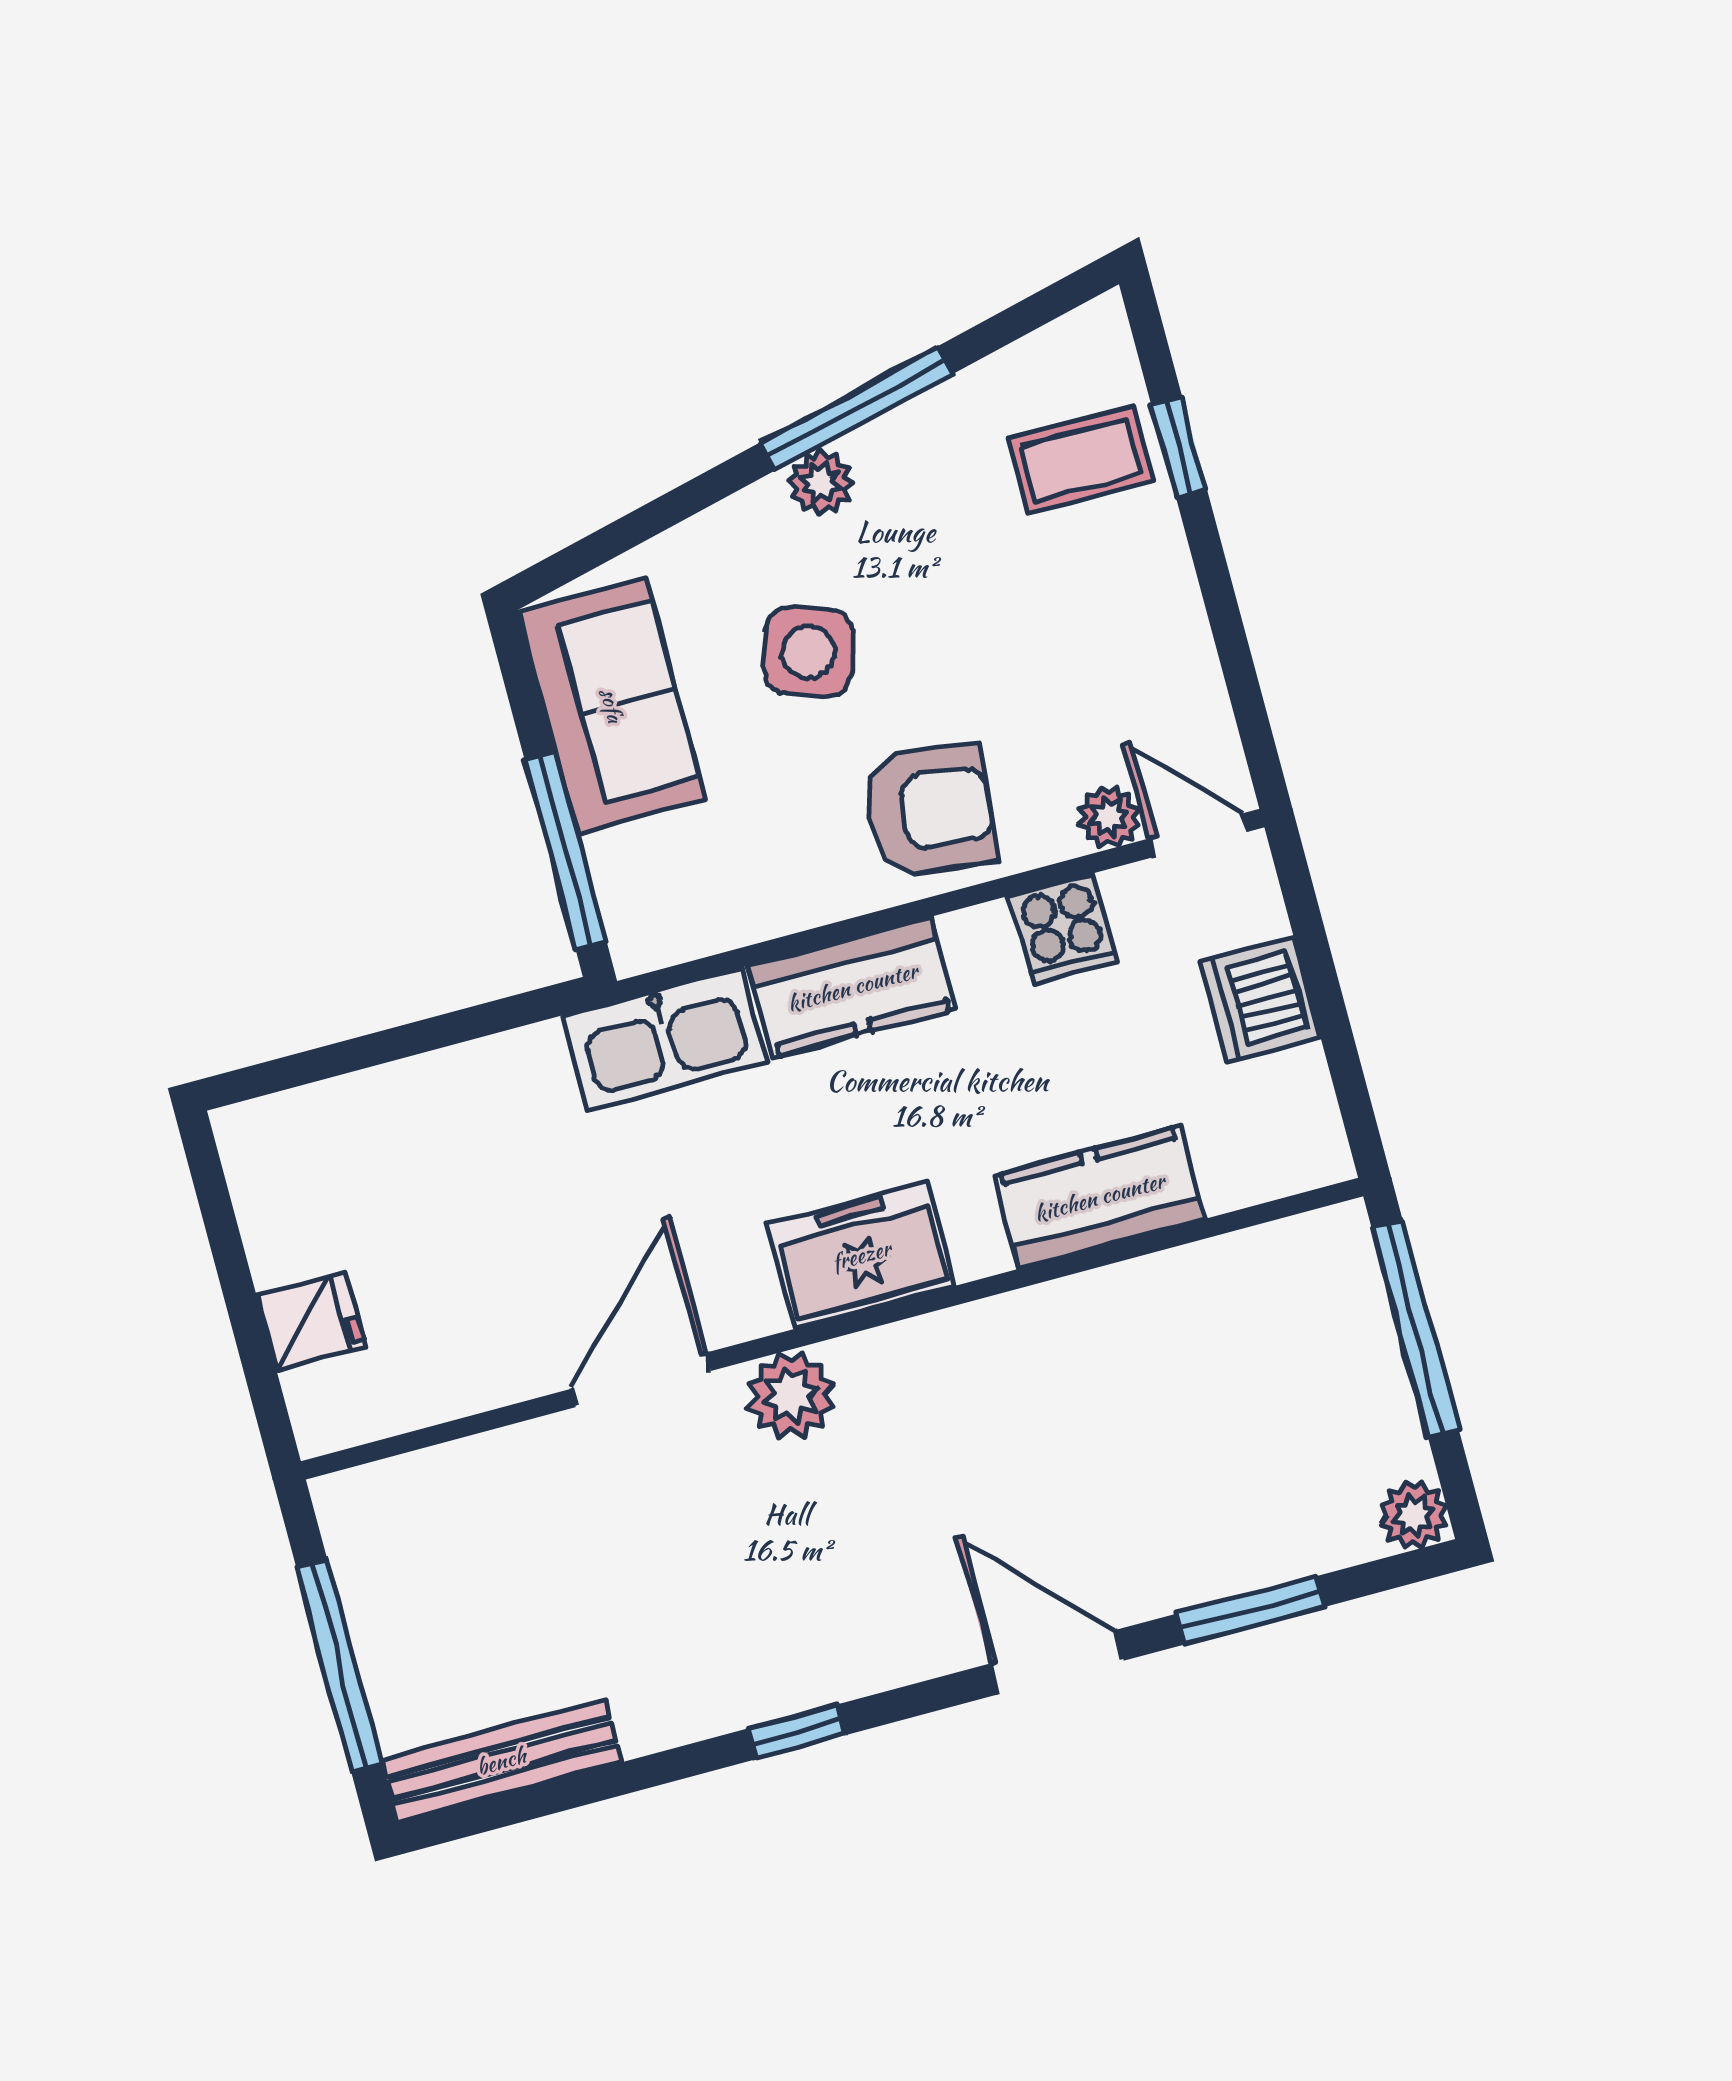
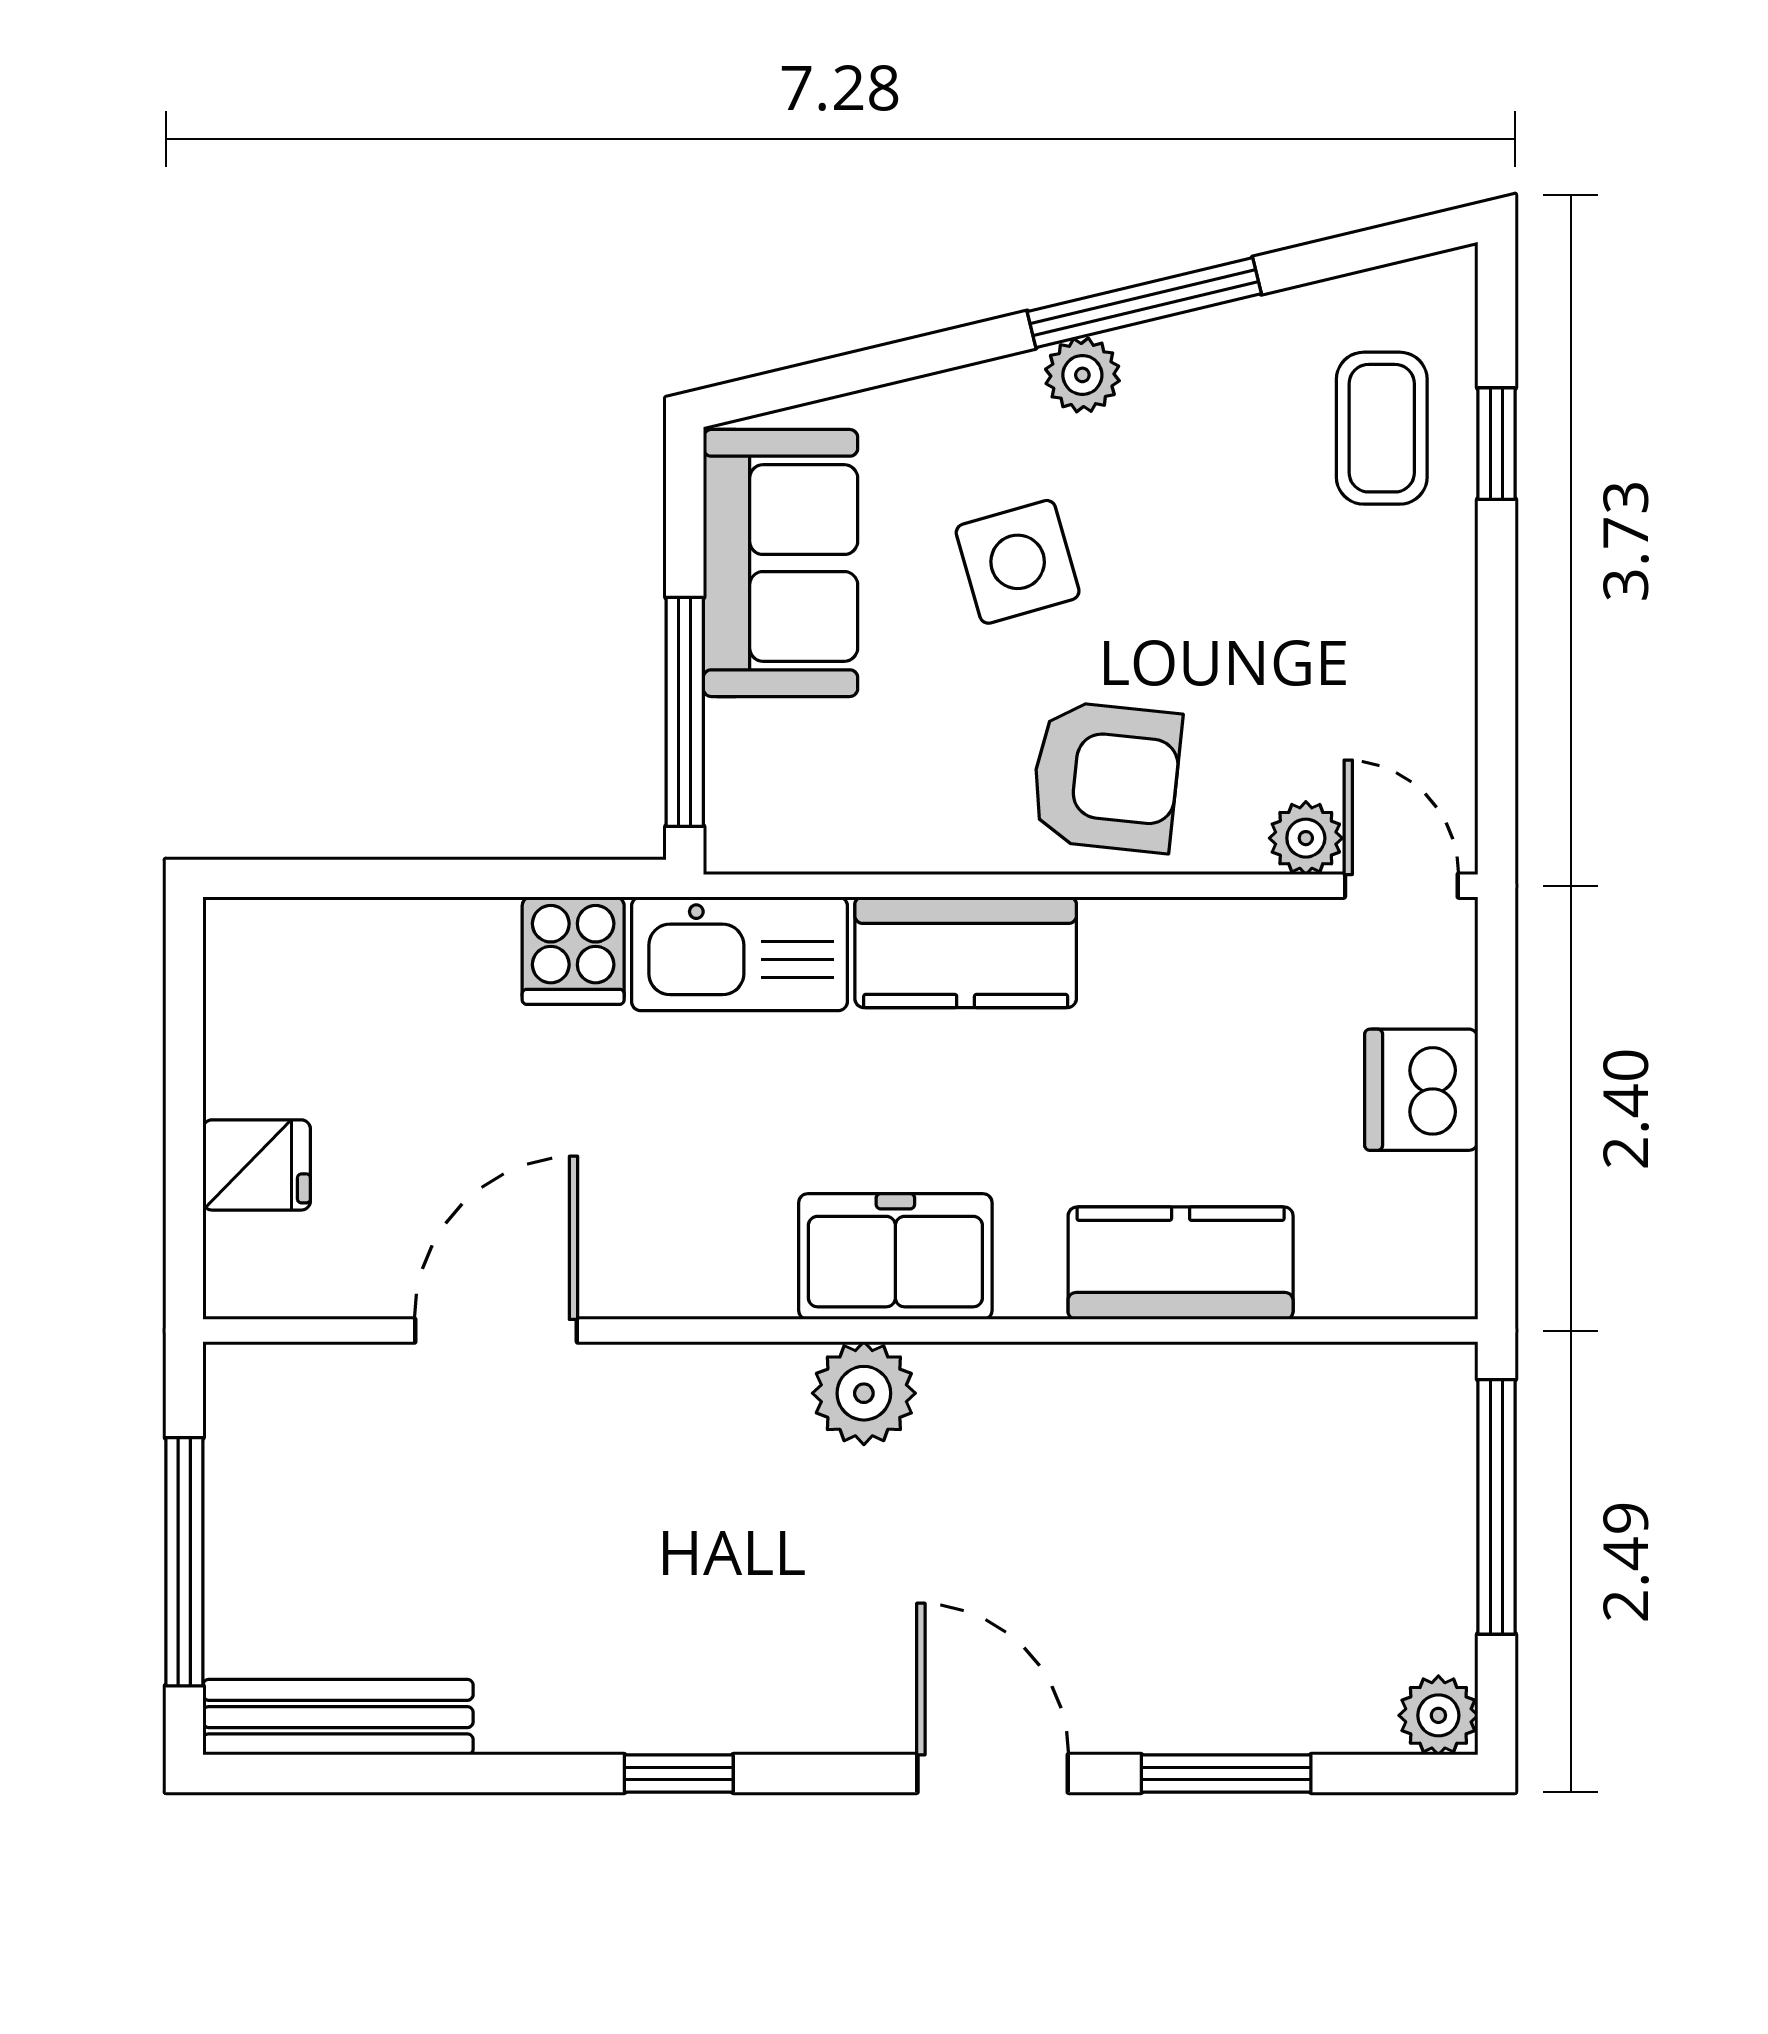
coffee table: (1080, 460) -> (1382, 428), turned 90
side table: (808, 652) -> (1018, 562), turned -34
cooker: (1063, 929) -> (573, 951), moved
door: (641, 1380) -> (496, 1331), moved
plant: (791, 1395) -> (864, 1393), moved

